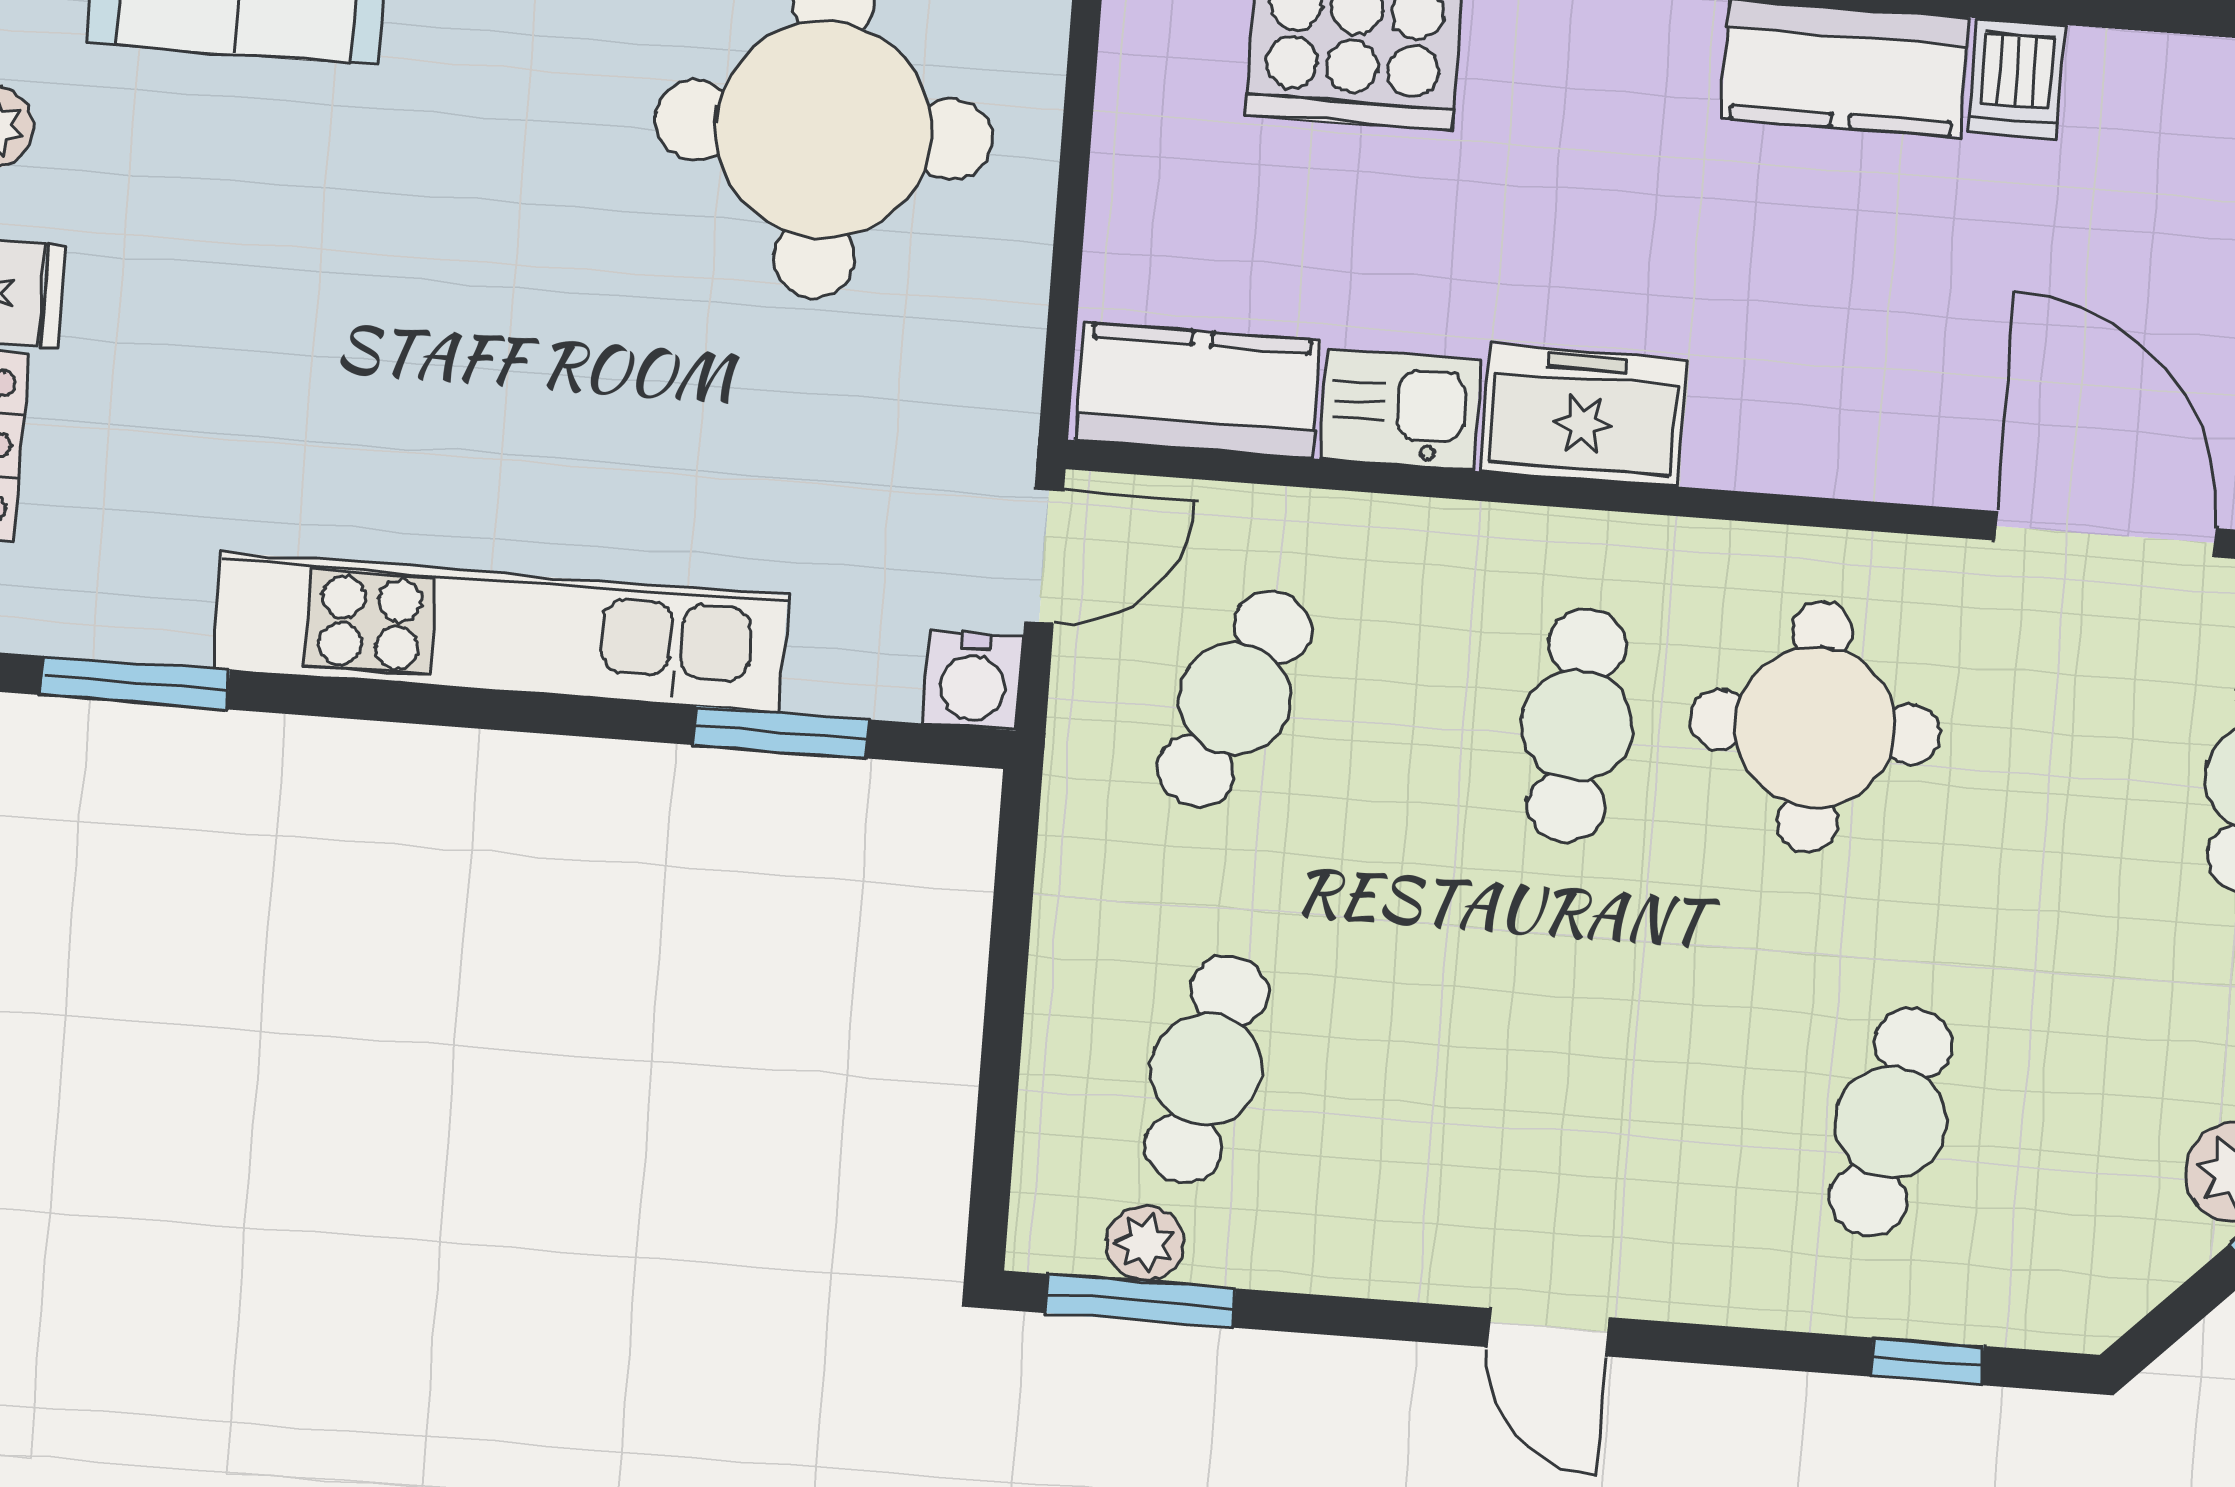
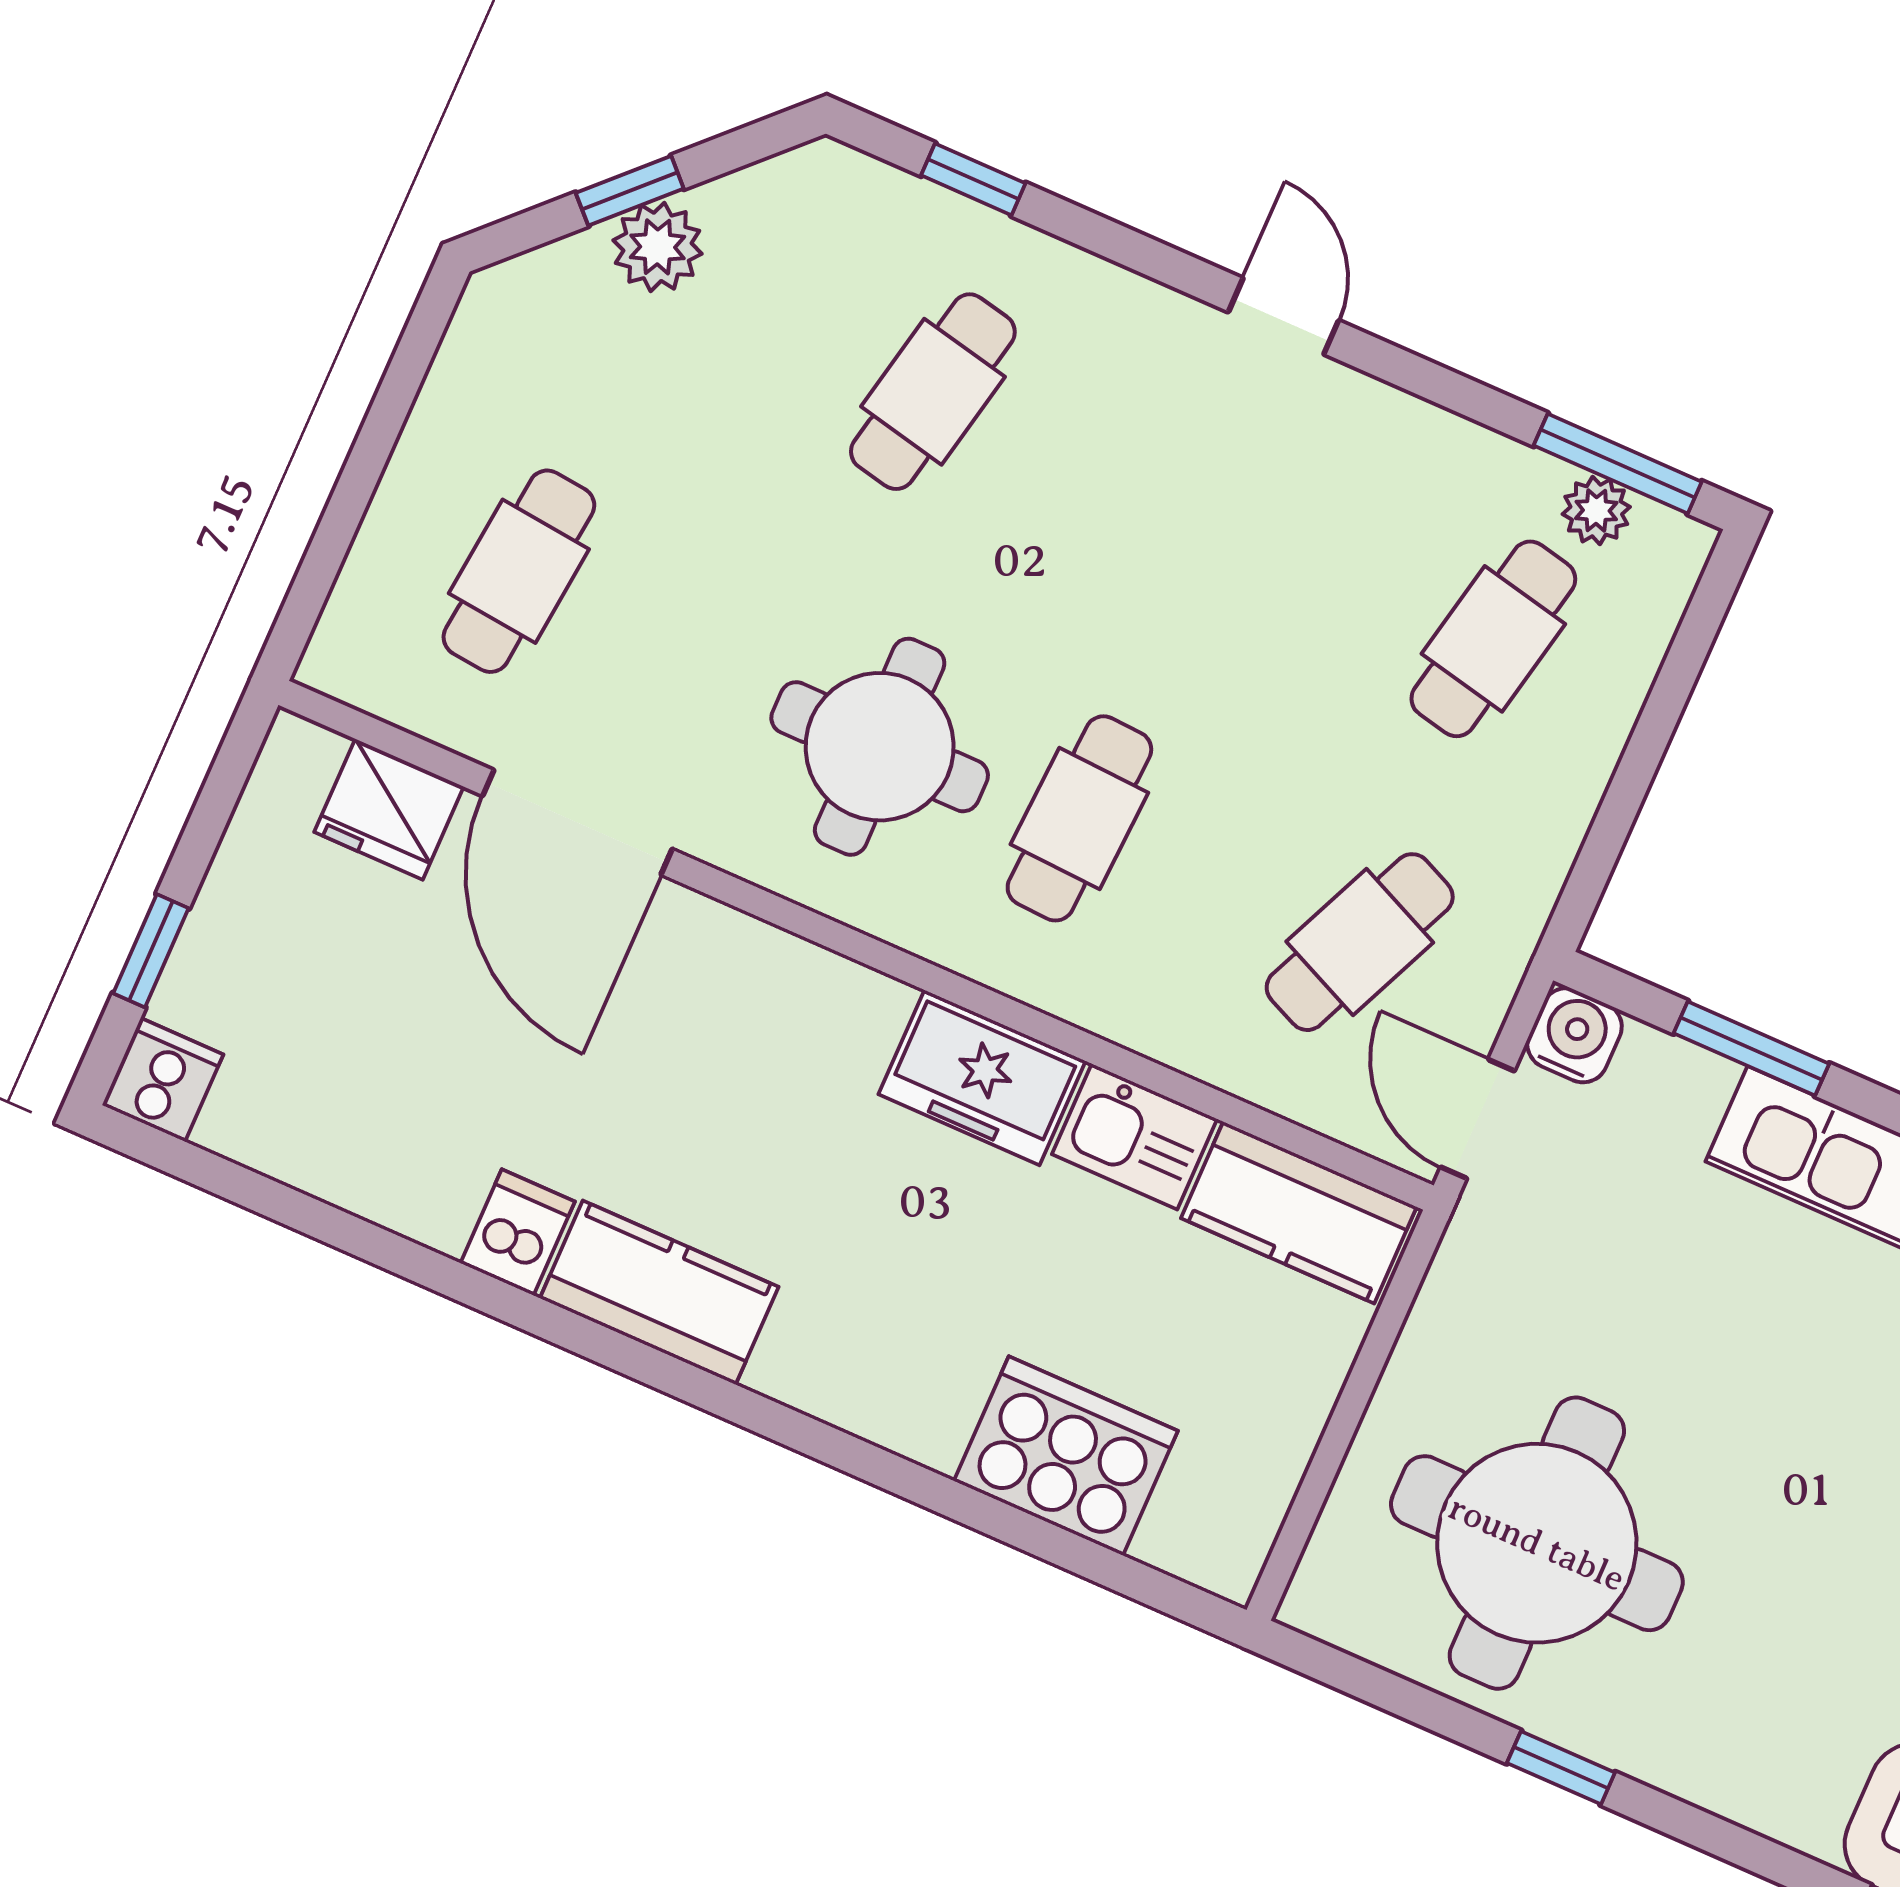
door: (1044, 556) -> (1478, 1119), hinge flipped

